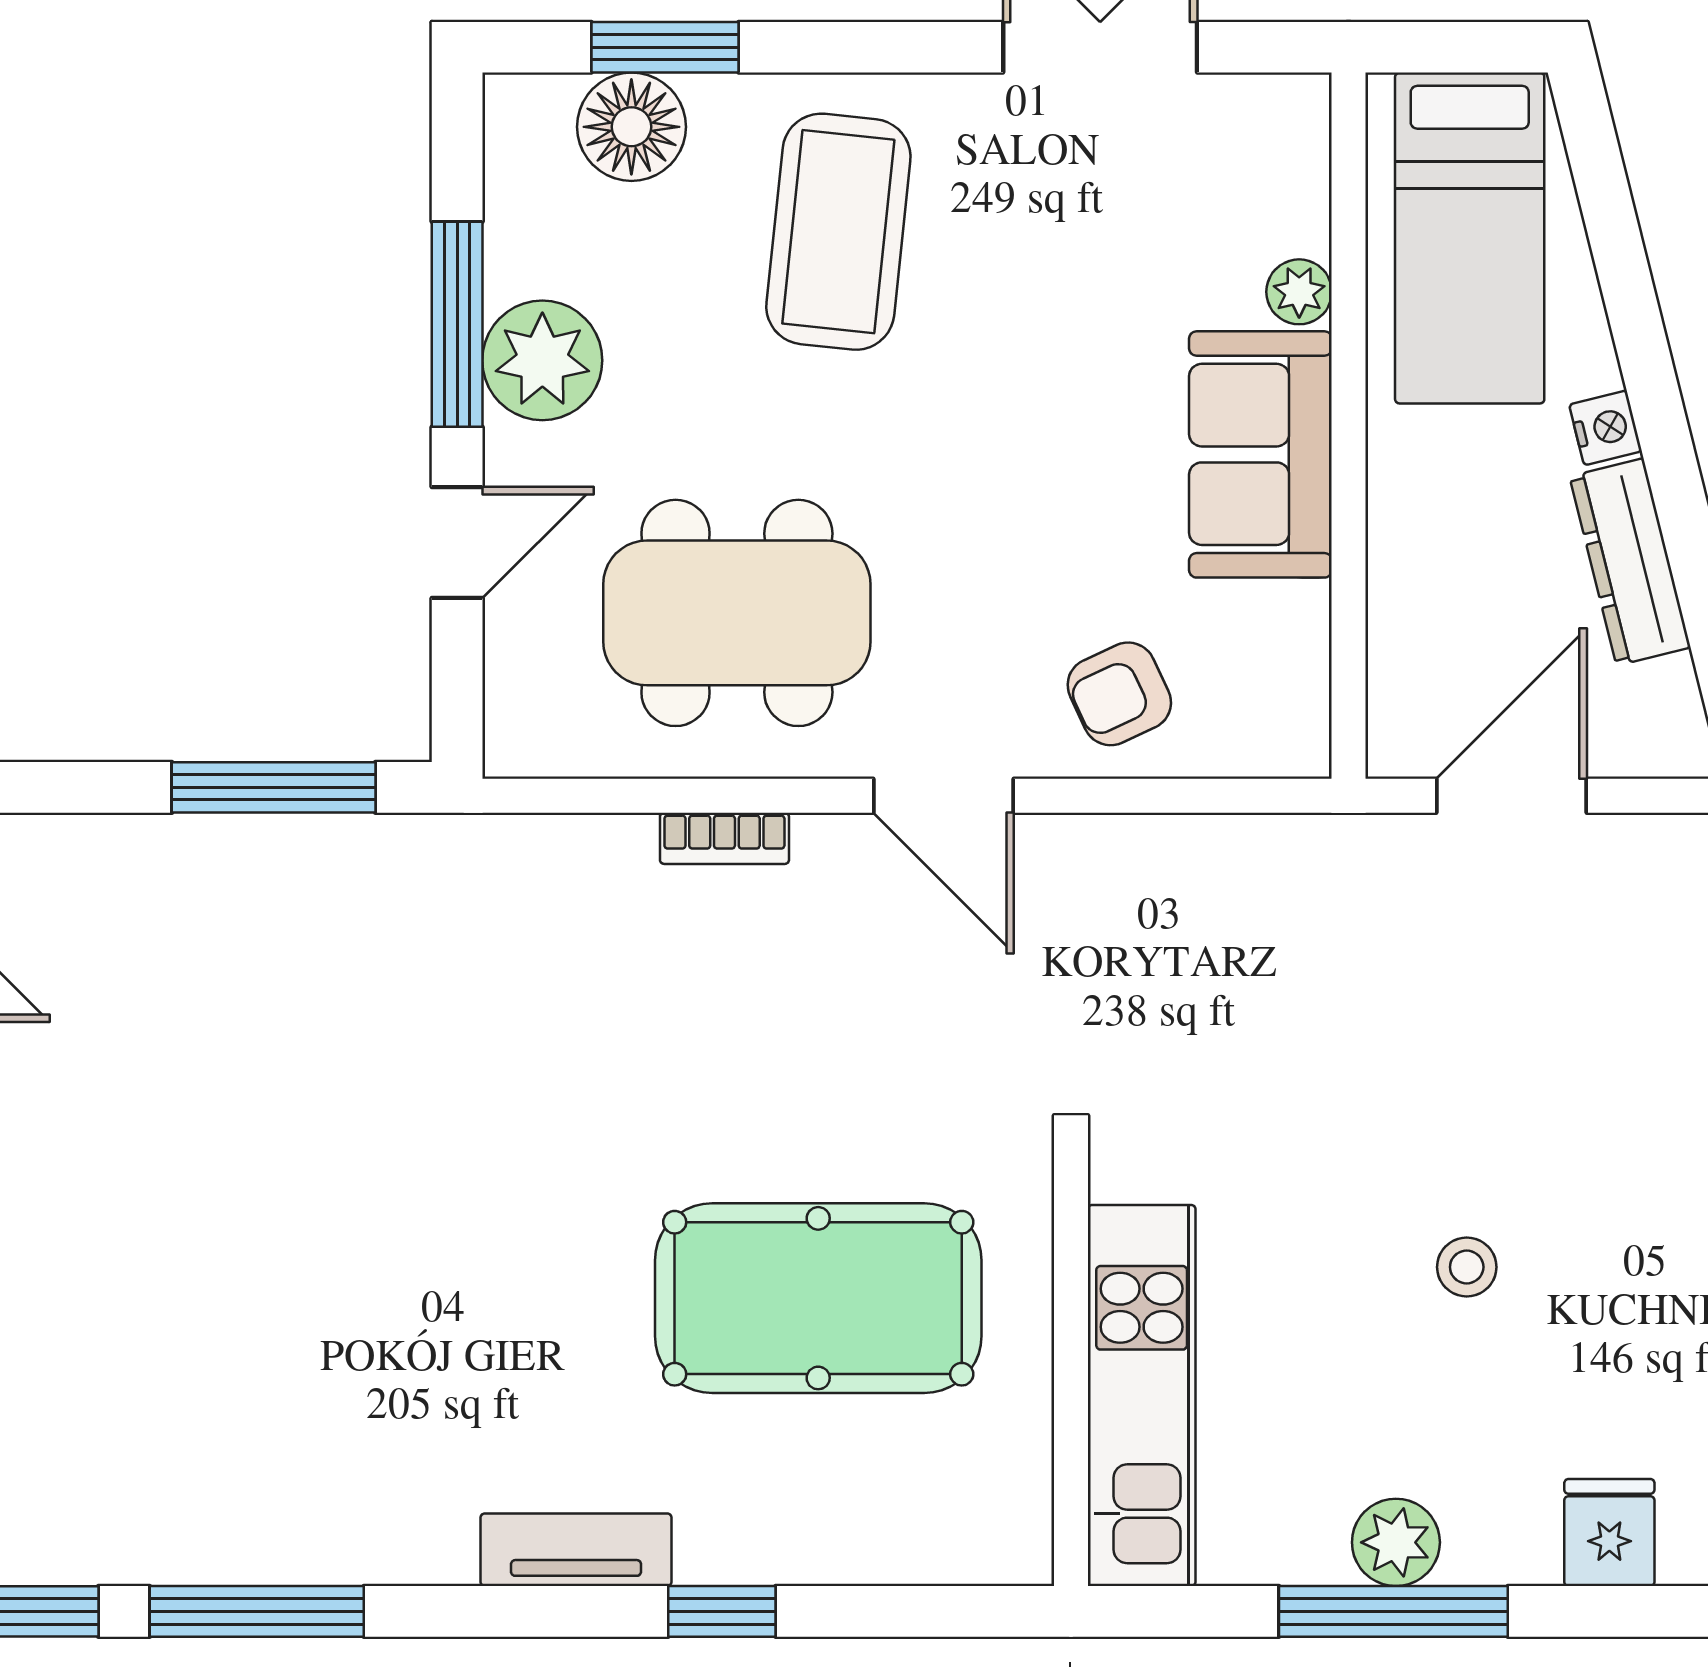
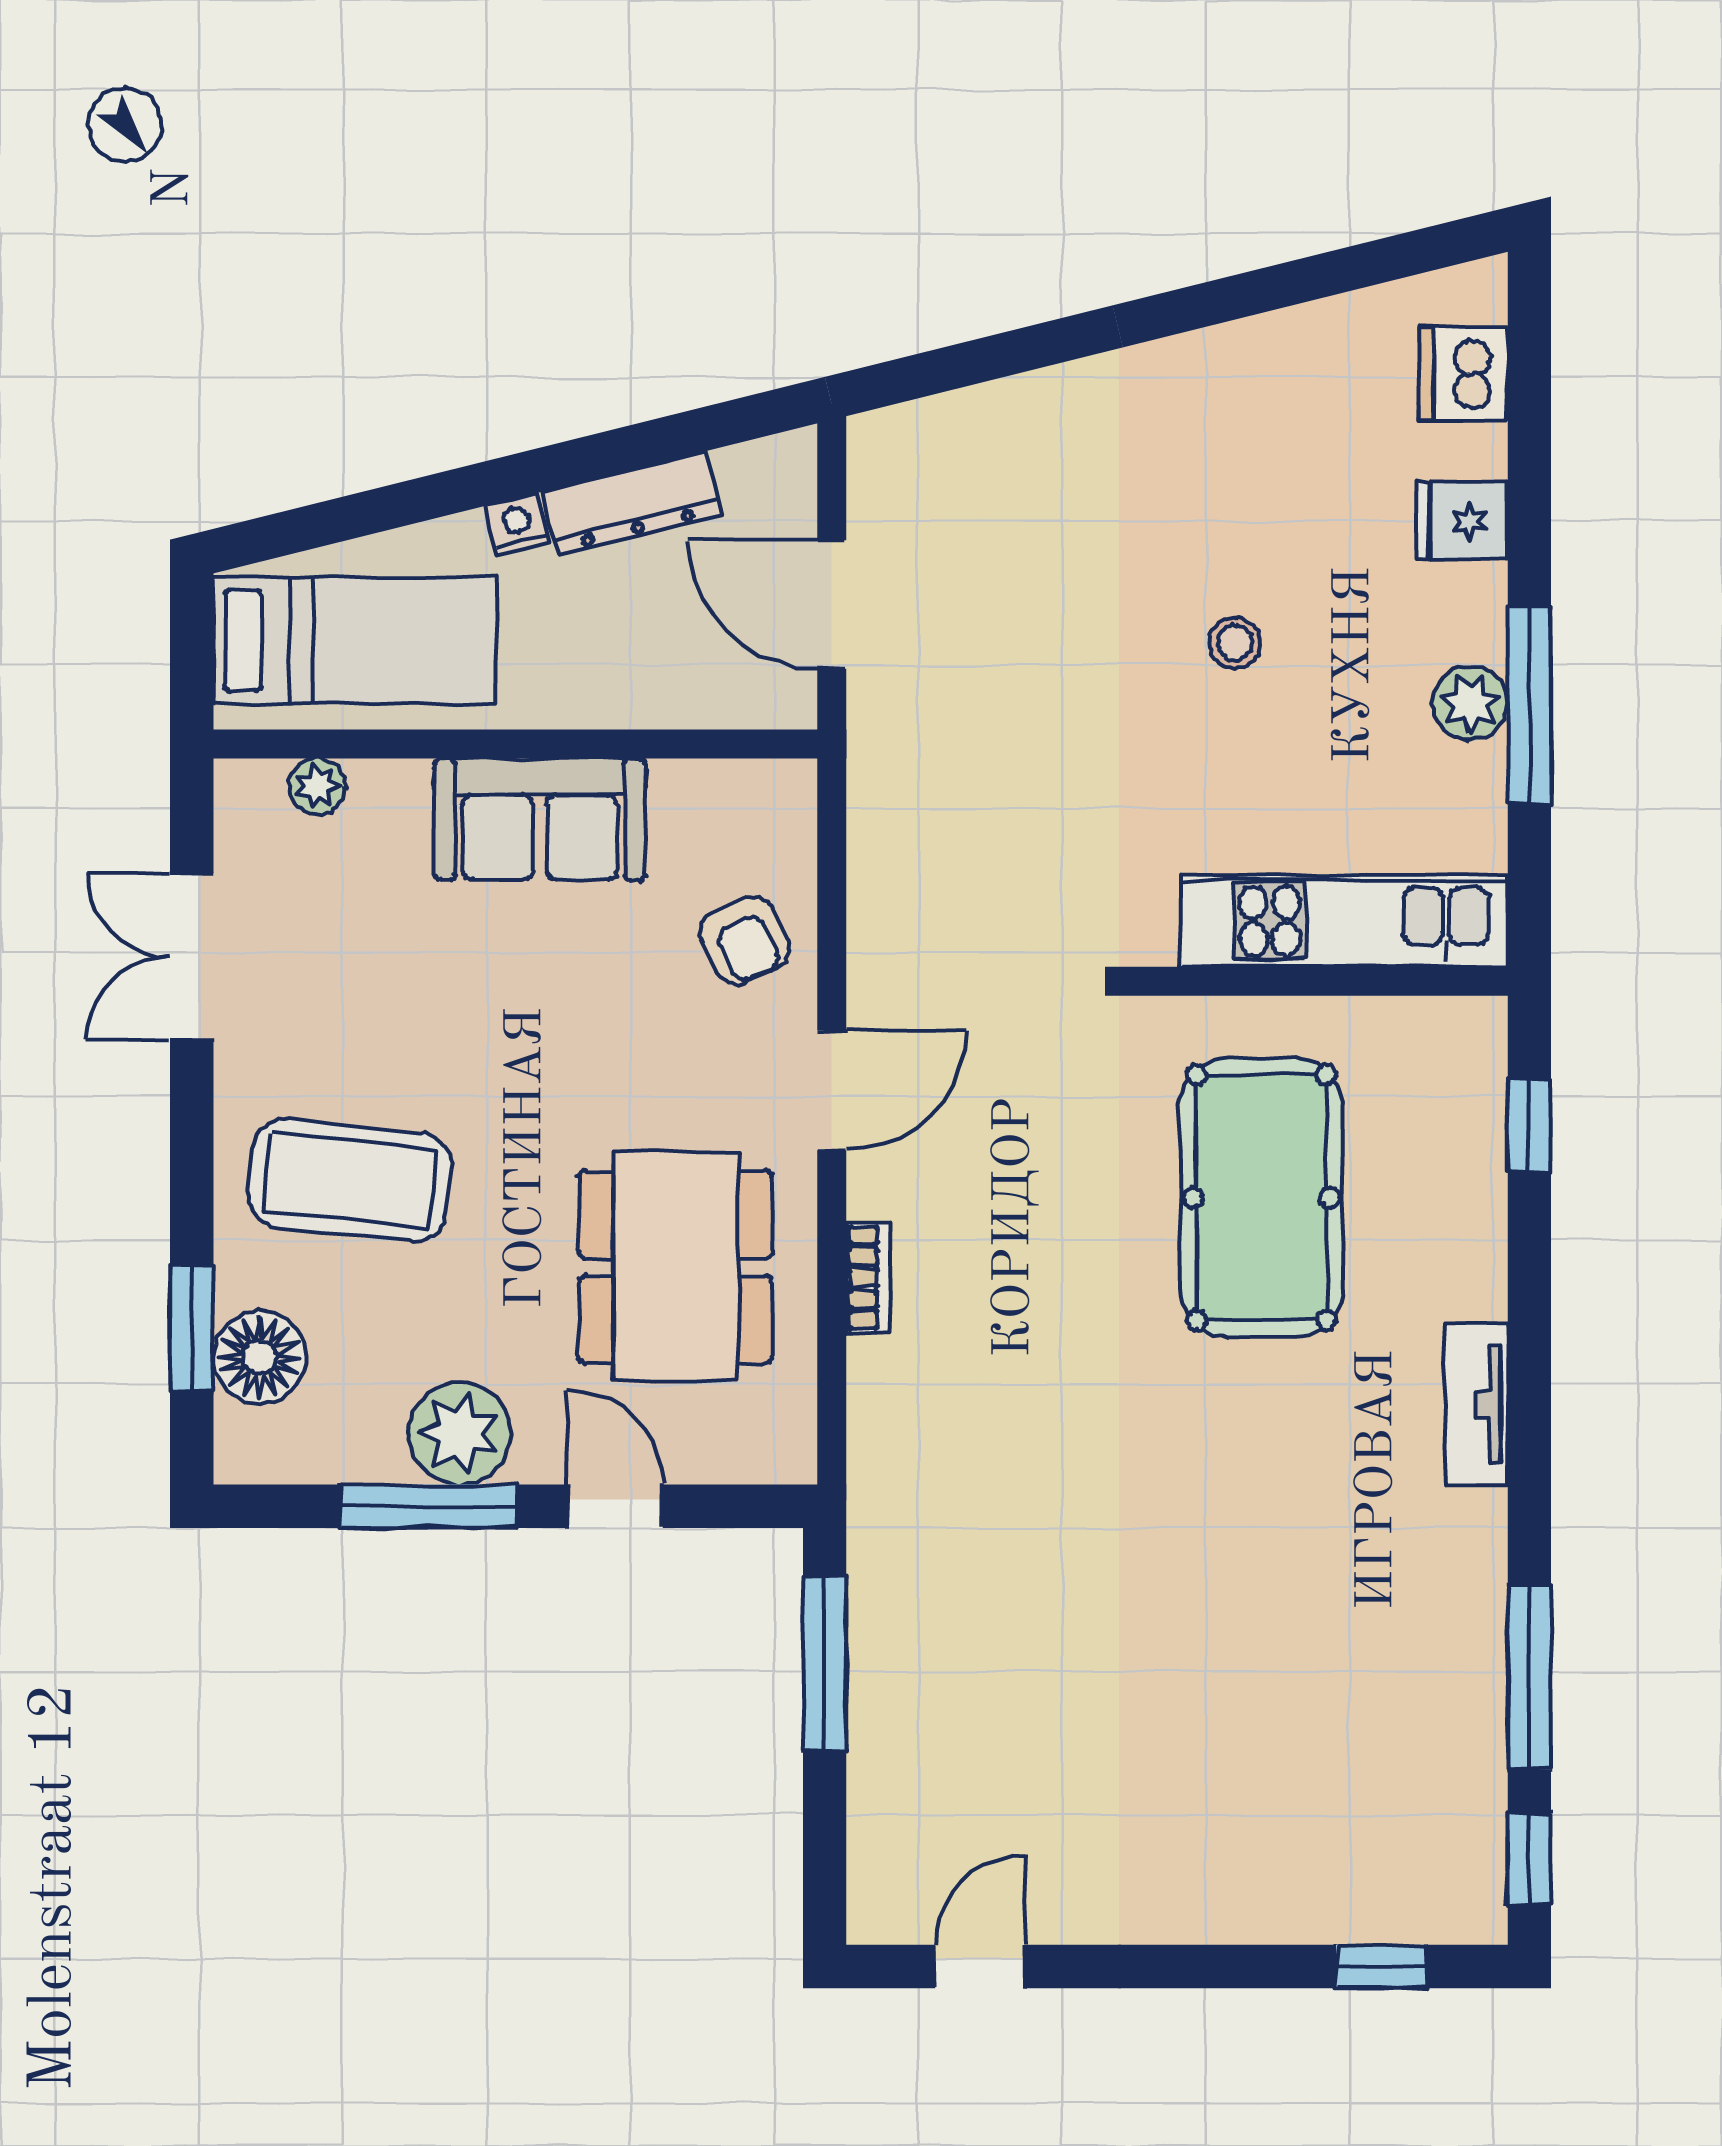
plant: (1299, 292) -> (317, 786), moved
window: (722, 1611) -> (1529, 1126), moved

